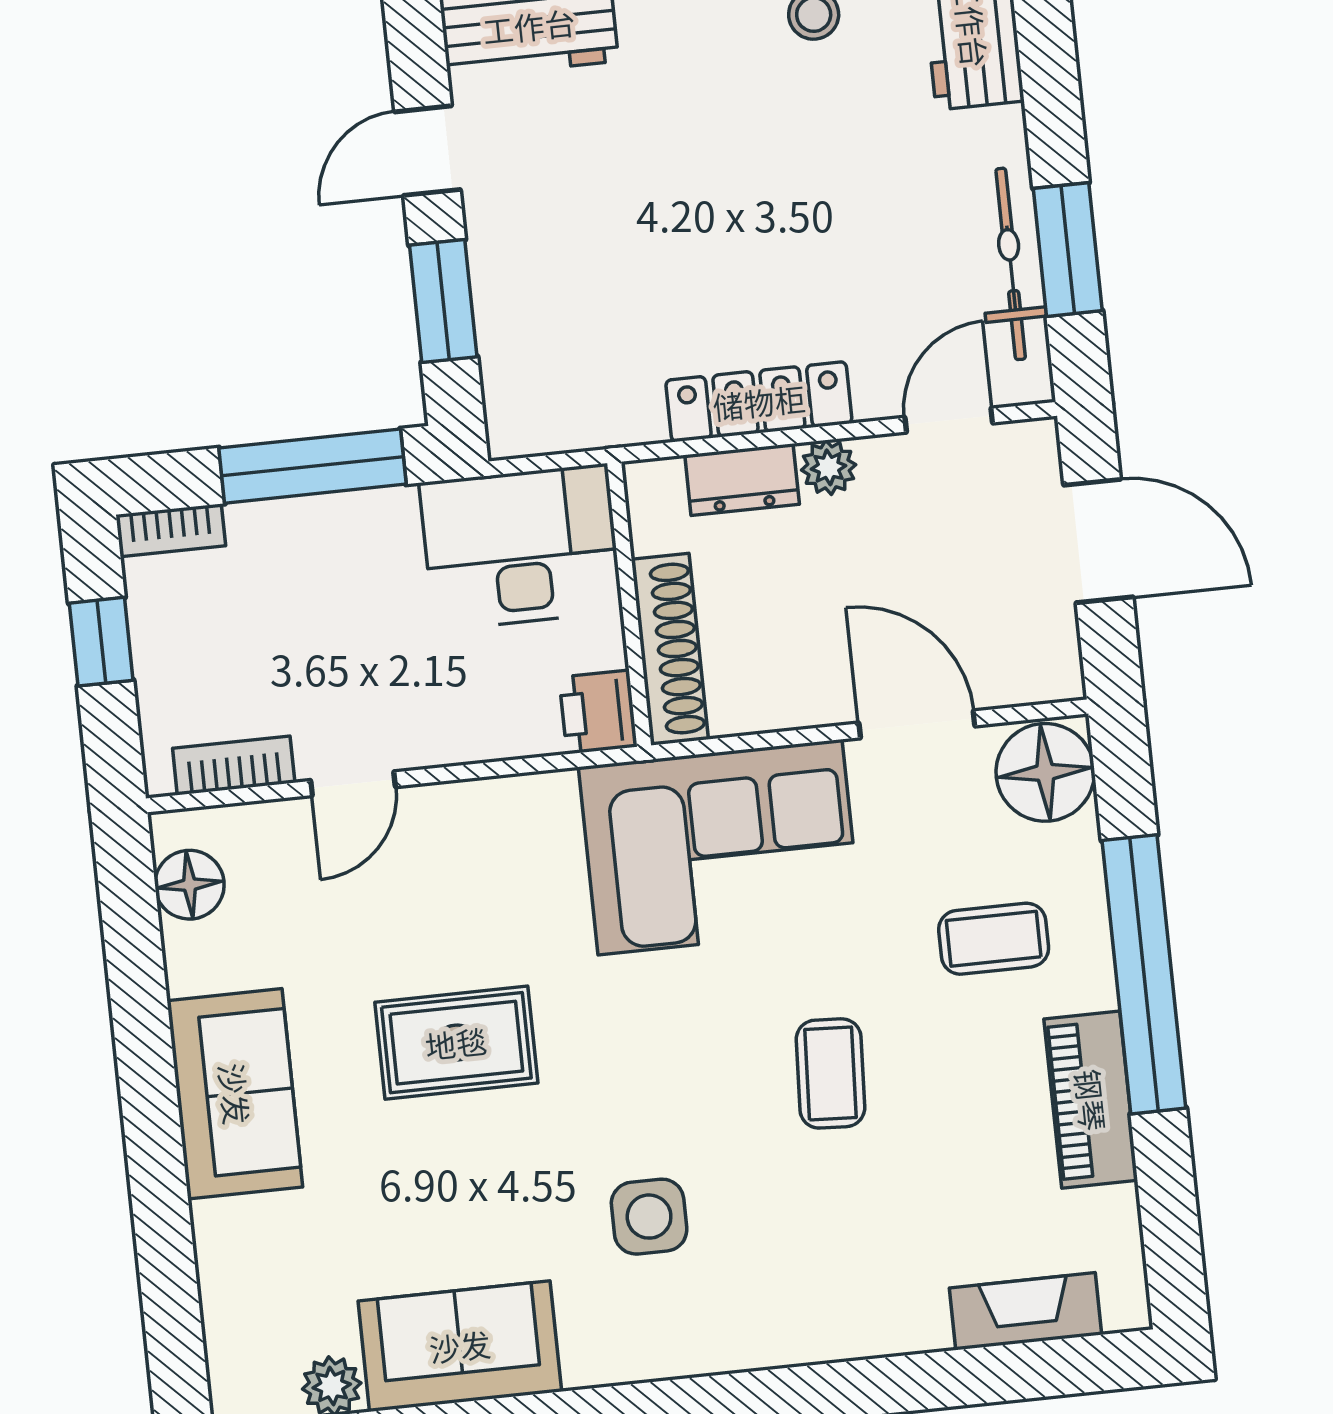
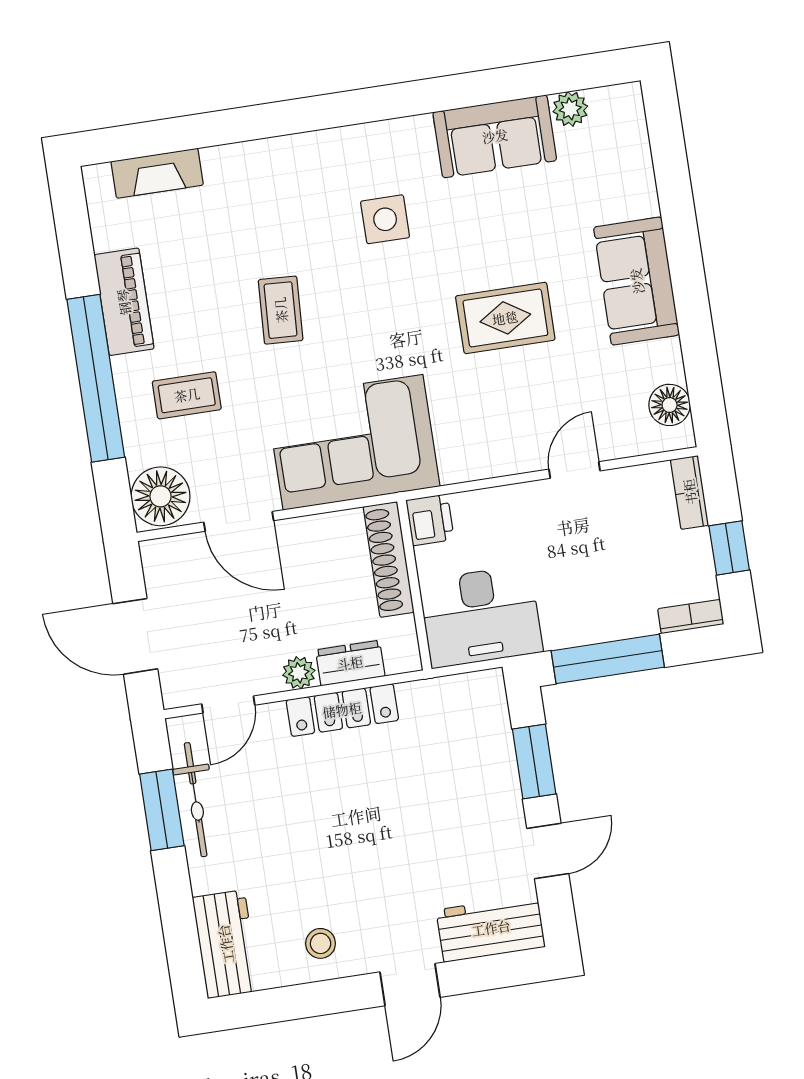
bookcase: (234, 765) -> (690, 492), moved, turned 90

